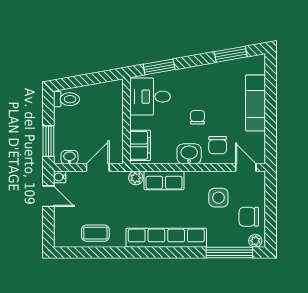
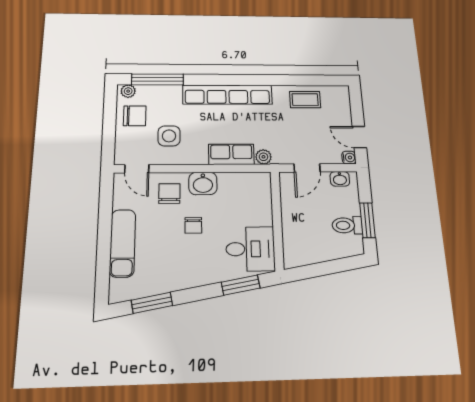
toilet: (66, 99) -> (347, 225), moved
window: (48, 141) -> (367, 220), moved
filing cabinet: (140, 145) -> (260, 193), removed

